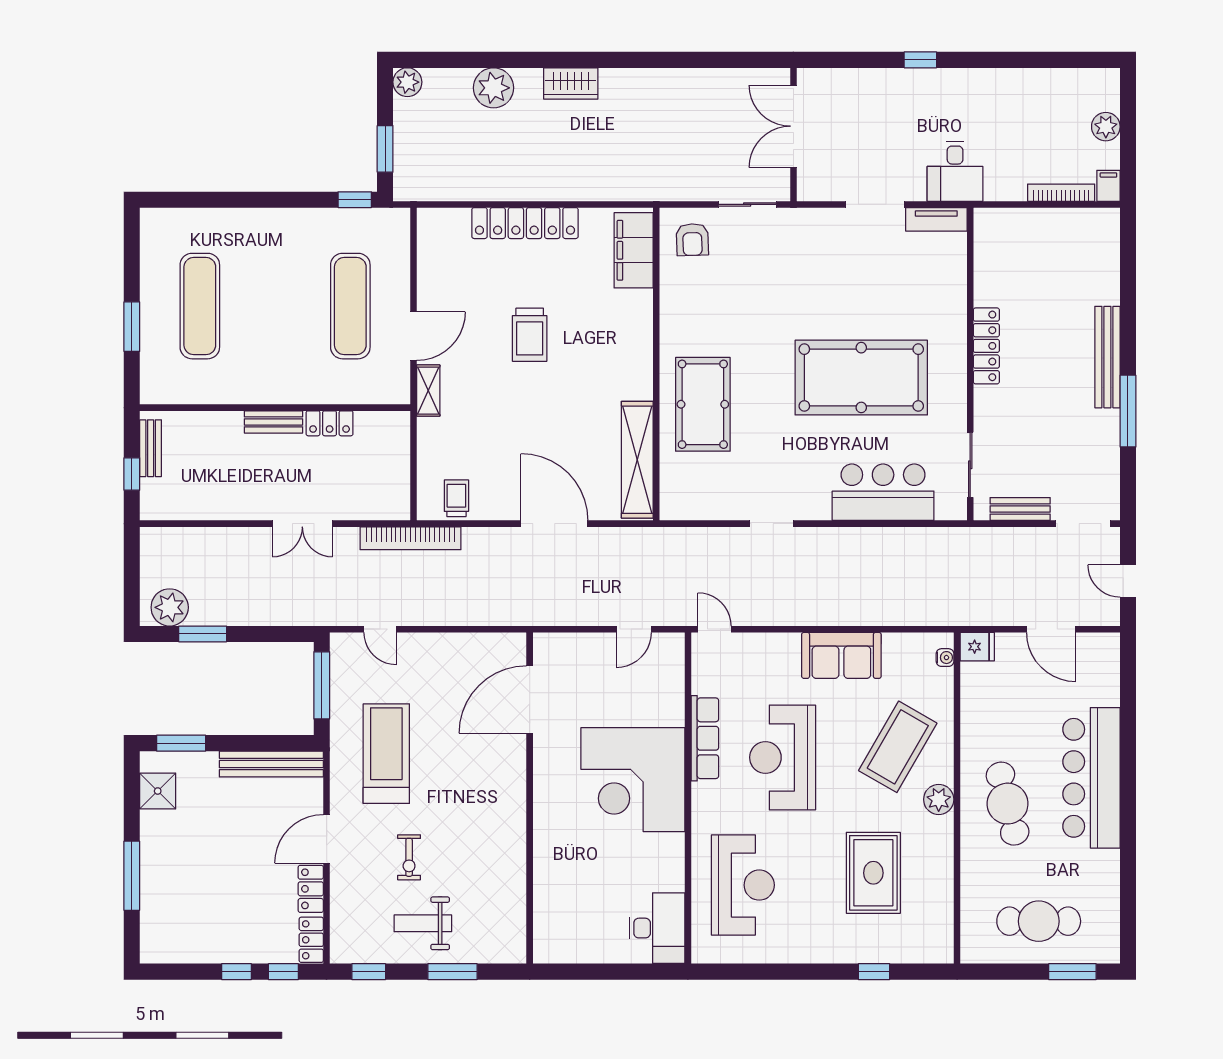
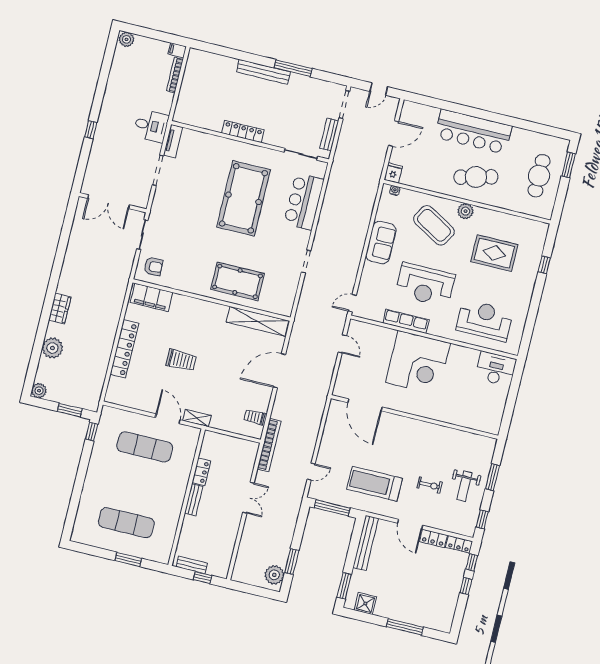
plant: (1106, 127) -> (127, 39), moved

